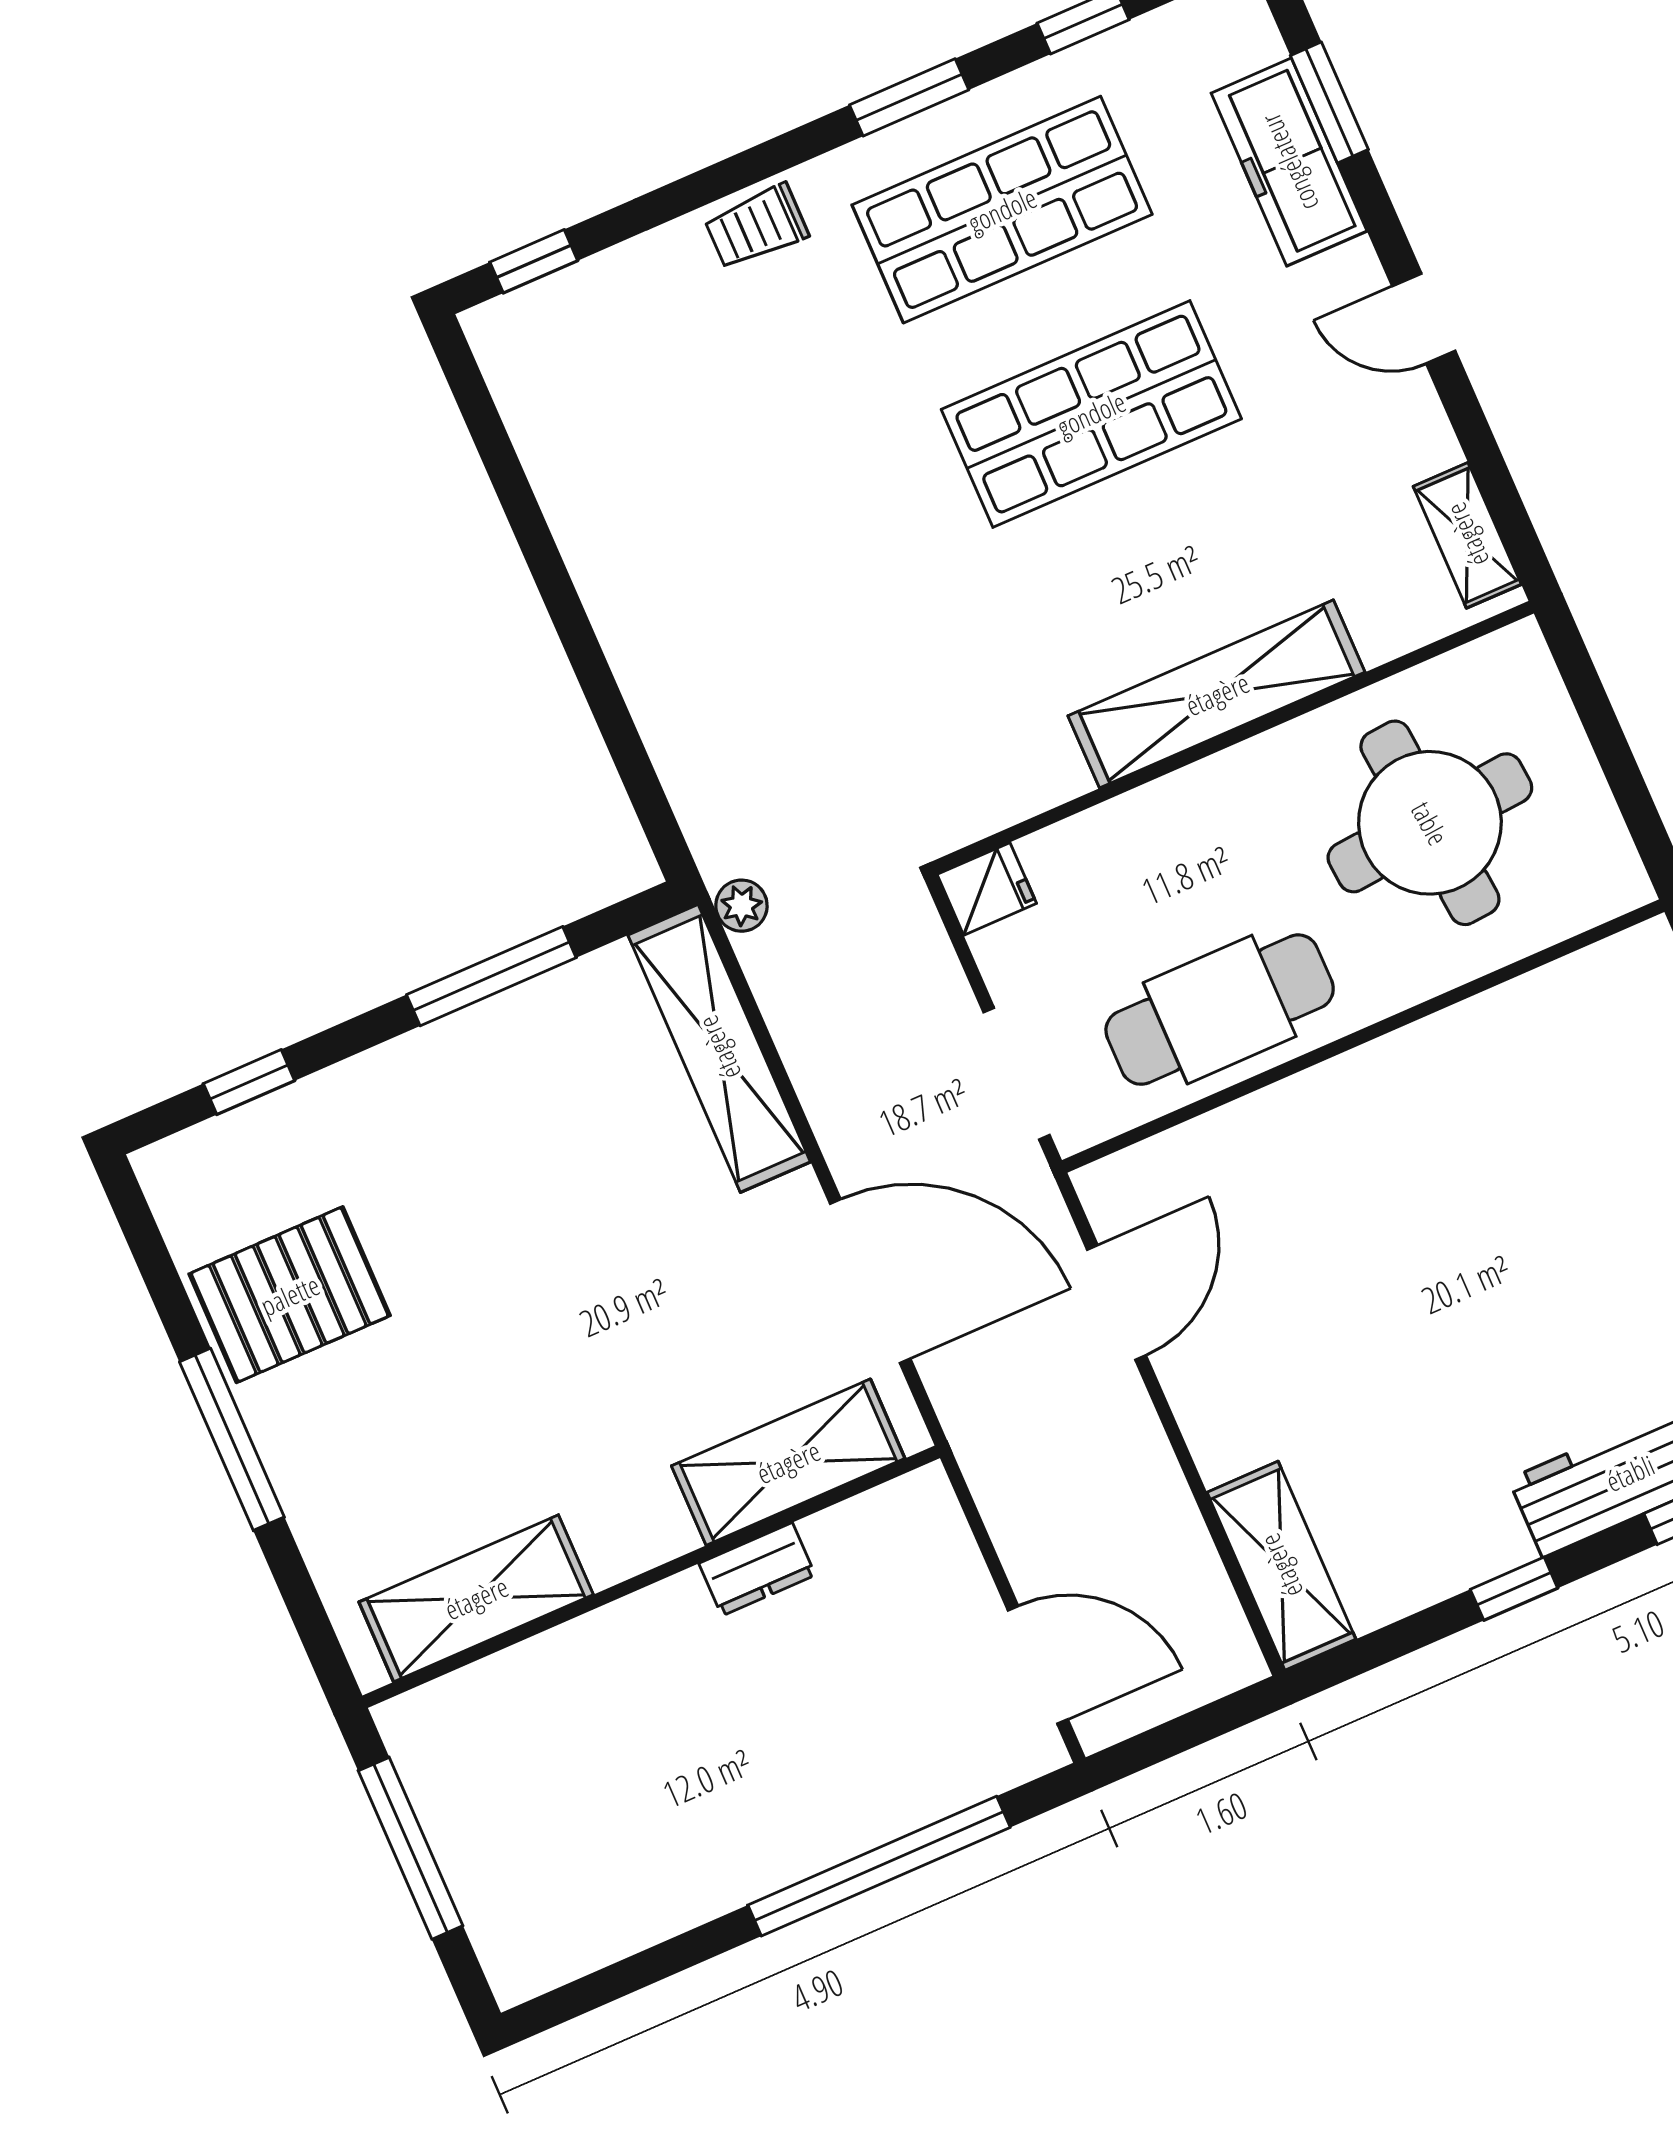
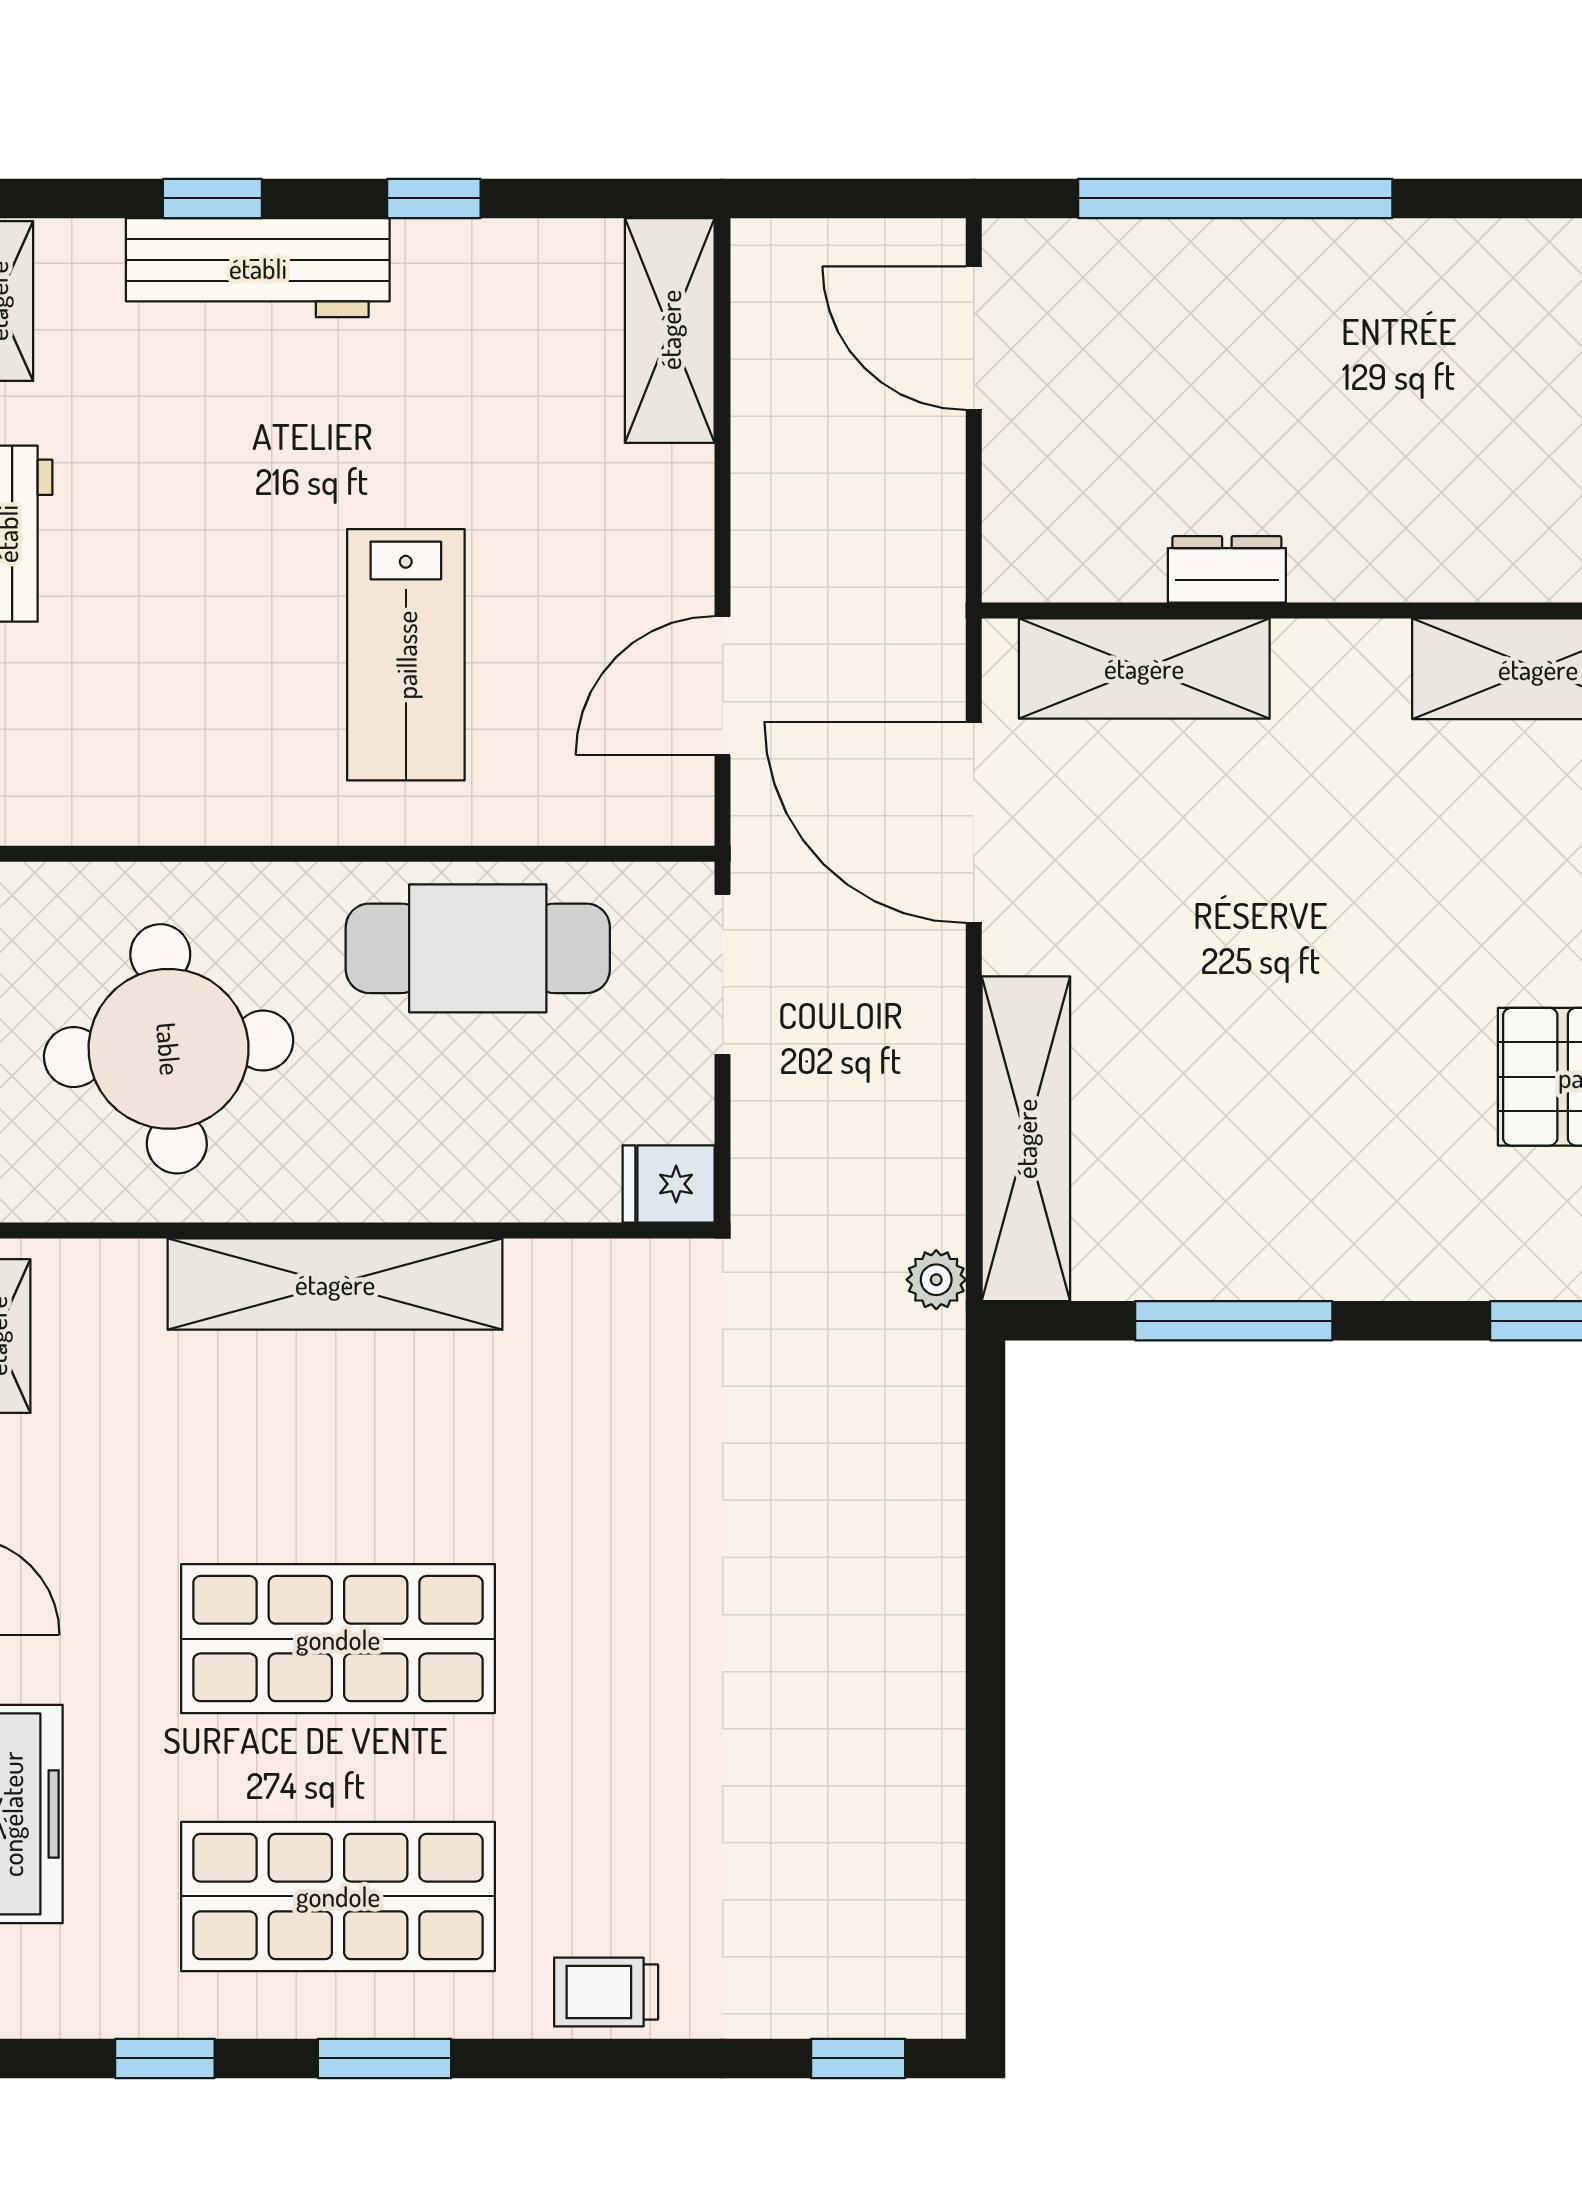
trolley: (756, 227) -> (606, 1992), turned 180
lab bench: (1378, 1217) -> (406, 655), added

